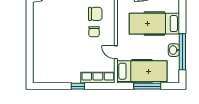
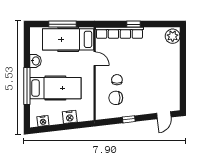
window: (182, 52) -> (27, 86), moved
plant: (40, 74) -> (173, 36), added
row of seats: (98, 78) -> (119, 33), width x1.36

